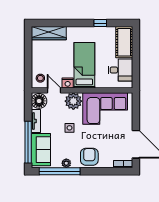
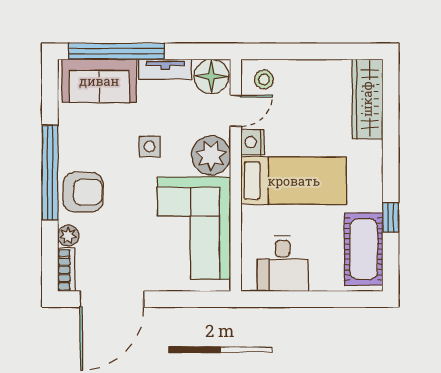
cot: (124, 42) -> (364, 249), moved, turned 90
plant: (66, 163) -> (68, 236), moved
window: (60, 171) -> (50, 173), moved

